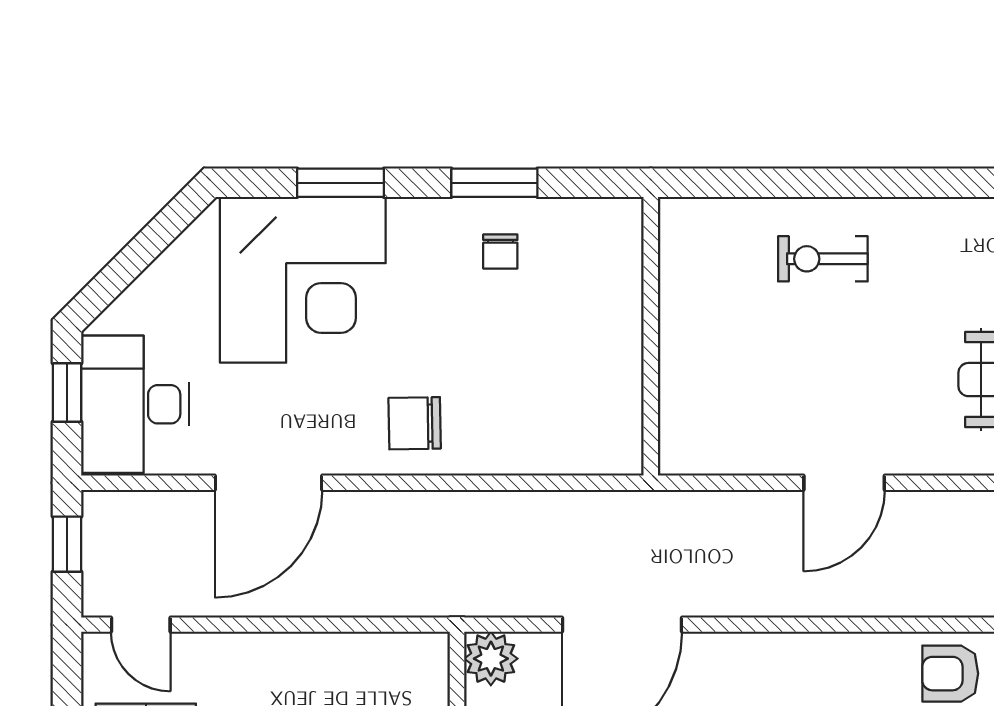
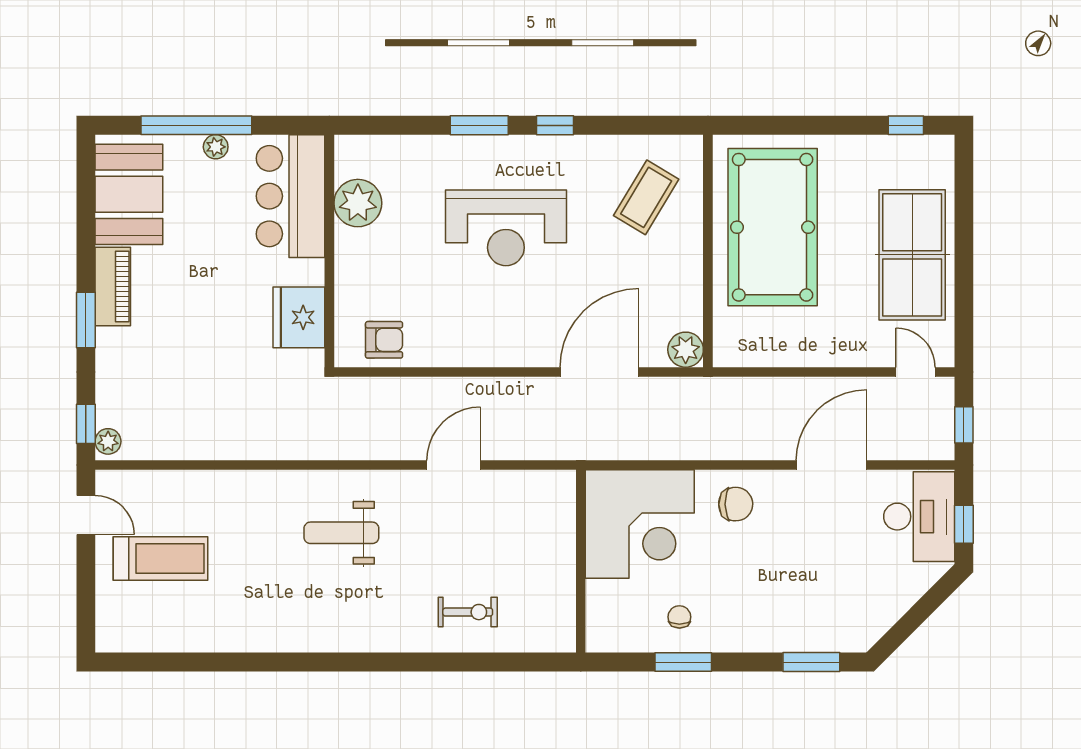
window: (341, 183) -> (811, 662), moved
corner desk: (303, 280) -> (640, 524), moved, turned 180

